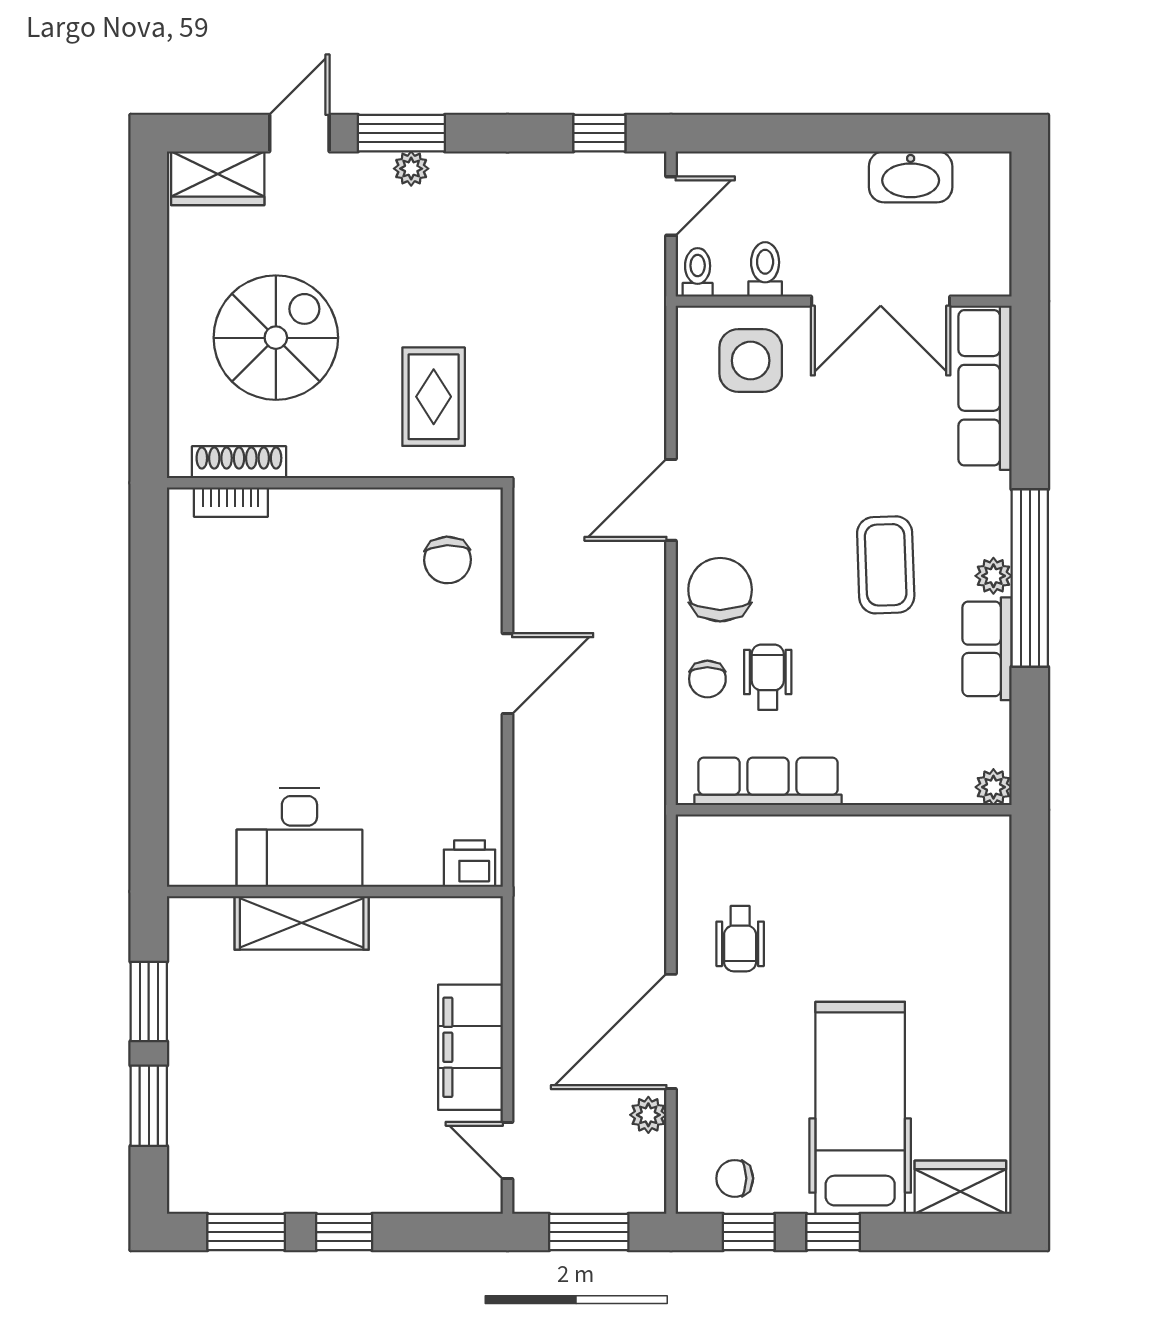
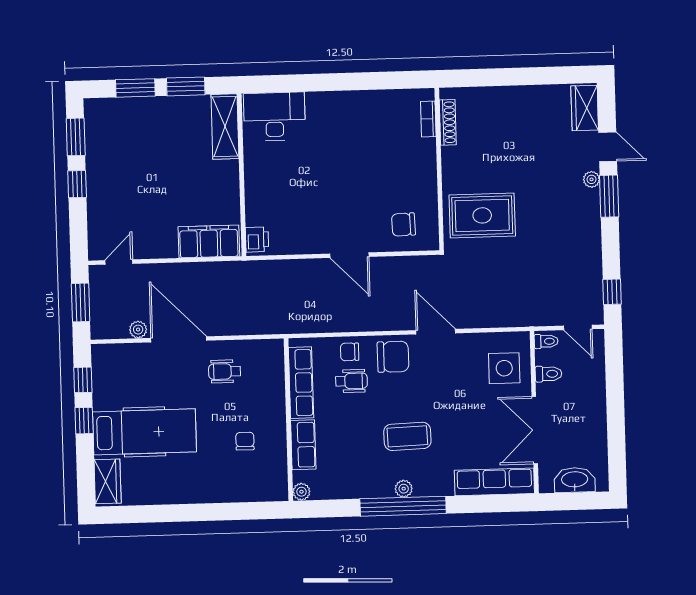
plant: (411, 169) -> (592, 179), moved
washbasin: (911, 177) -> (575, 480), moved, turned 90
spiral stairs: (276, 338) -> (508, 138), removed
rug: (434, 397) -> (482, 215), width x1.36, depth x1.43
row of seats: (987, 649) -> (303, 445), moved, turned 90
desk: (299, 838) -> (274, 116), moved, turned 90
shelving: (302, 923) -> (225, 126), moved
filing cabinet: (471, 1047) -> (209, 241), moved
chair: (735, 1178) -> (245, 441), moved

